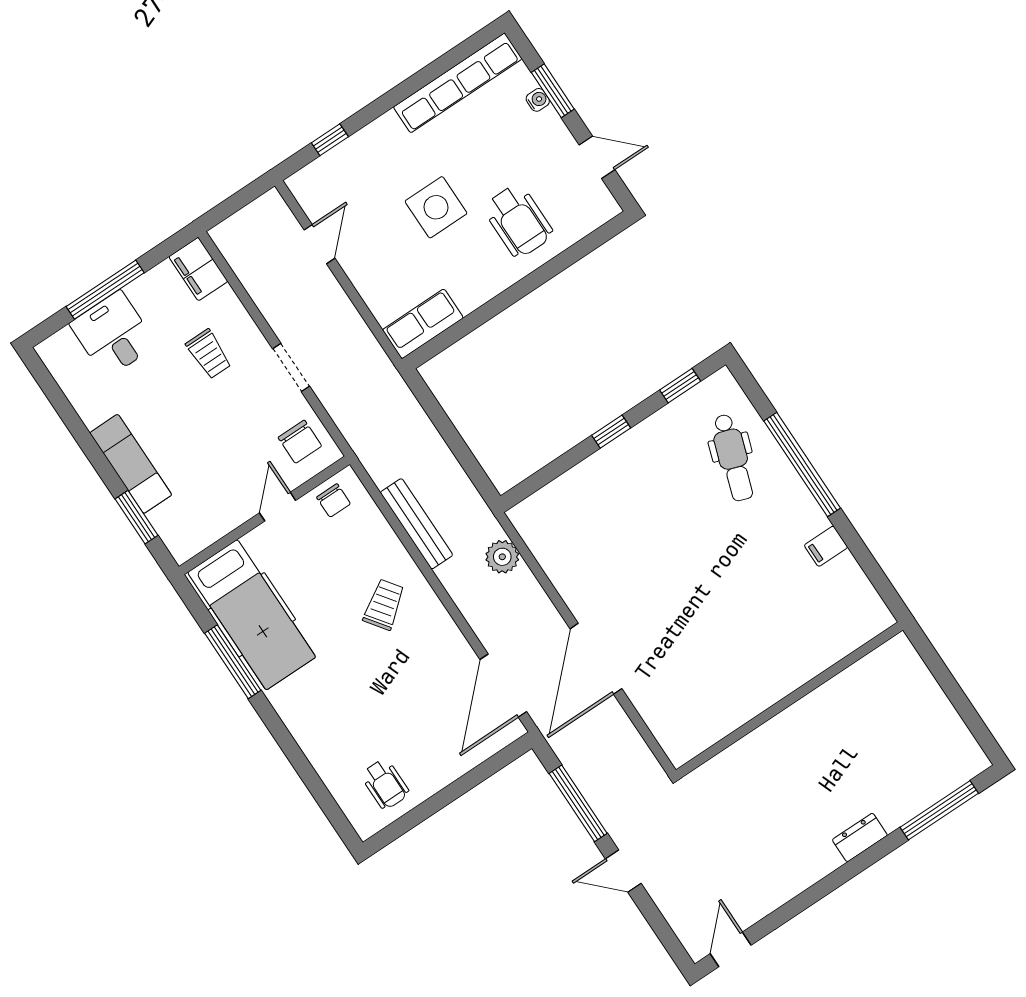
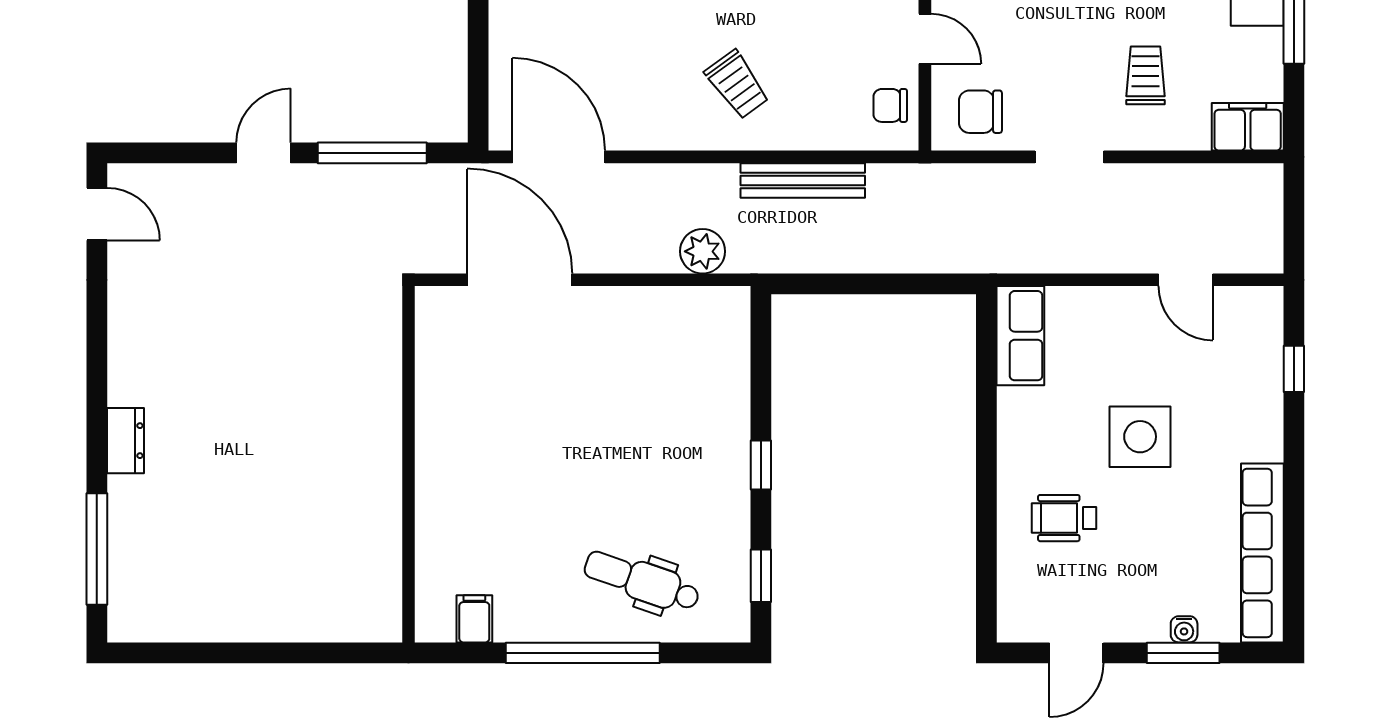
wheelchair: (518, 221) -> (1064, 518), width x0.73, depth x0.73
trolley: (209, 354) -> (1146, 75), turned 90
wall: (789, 700) -> (408, 464), moved

